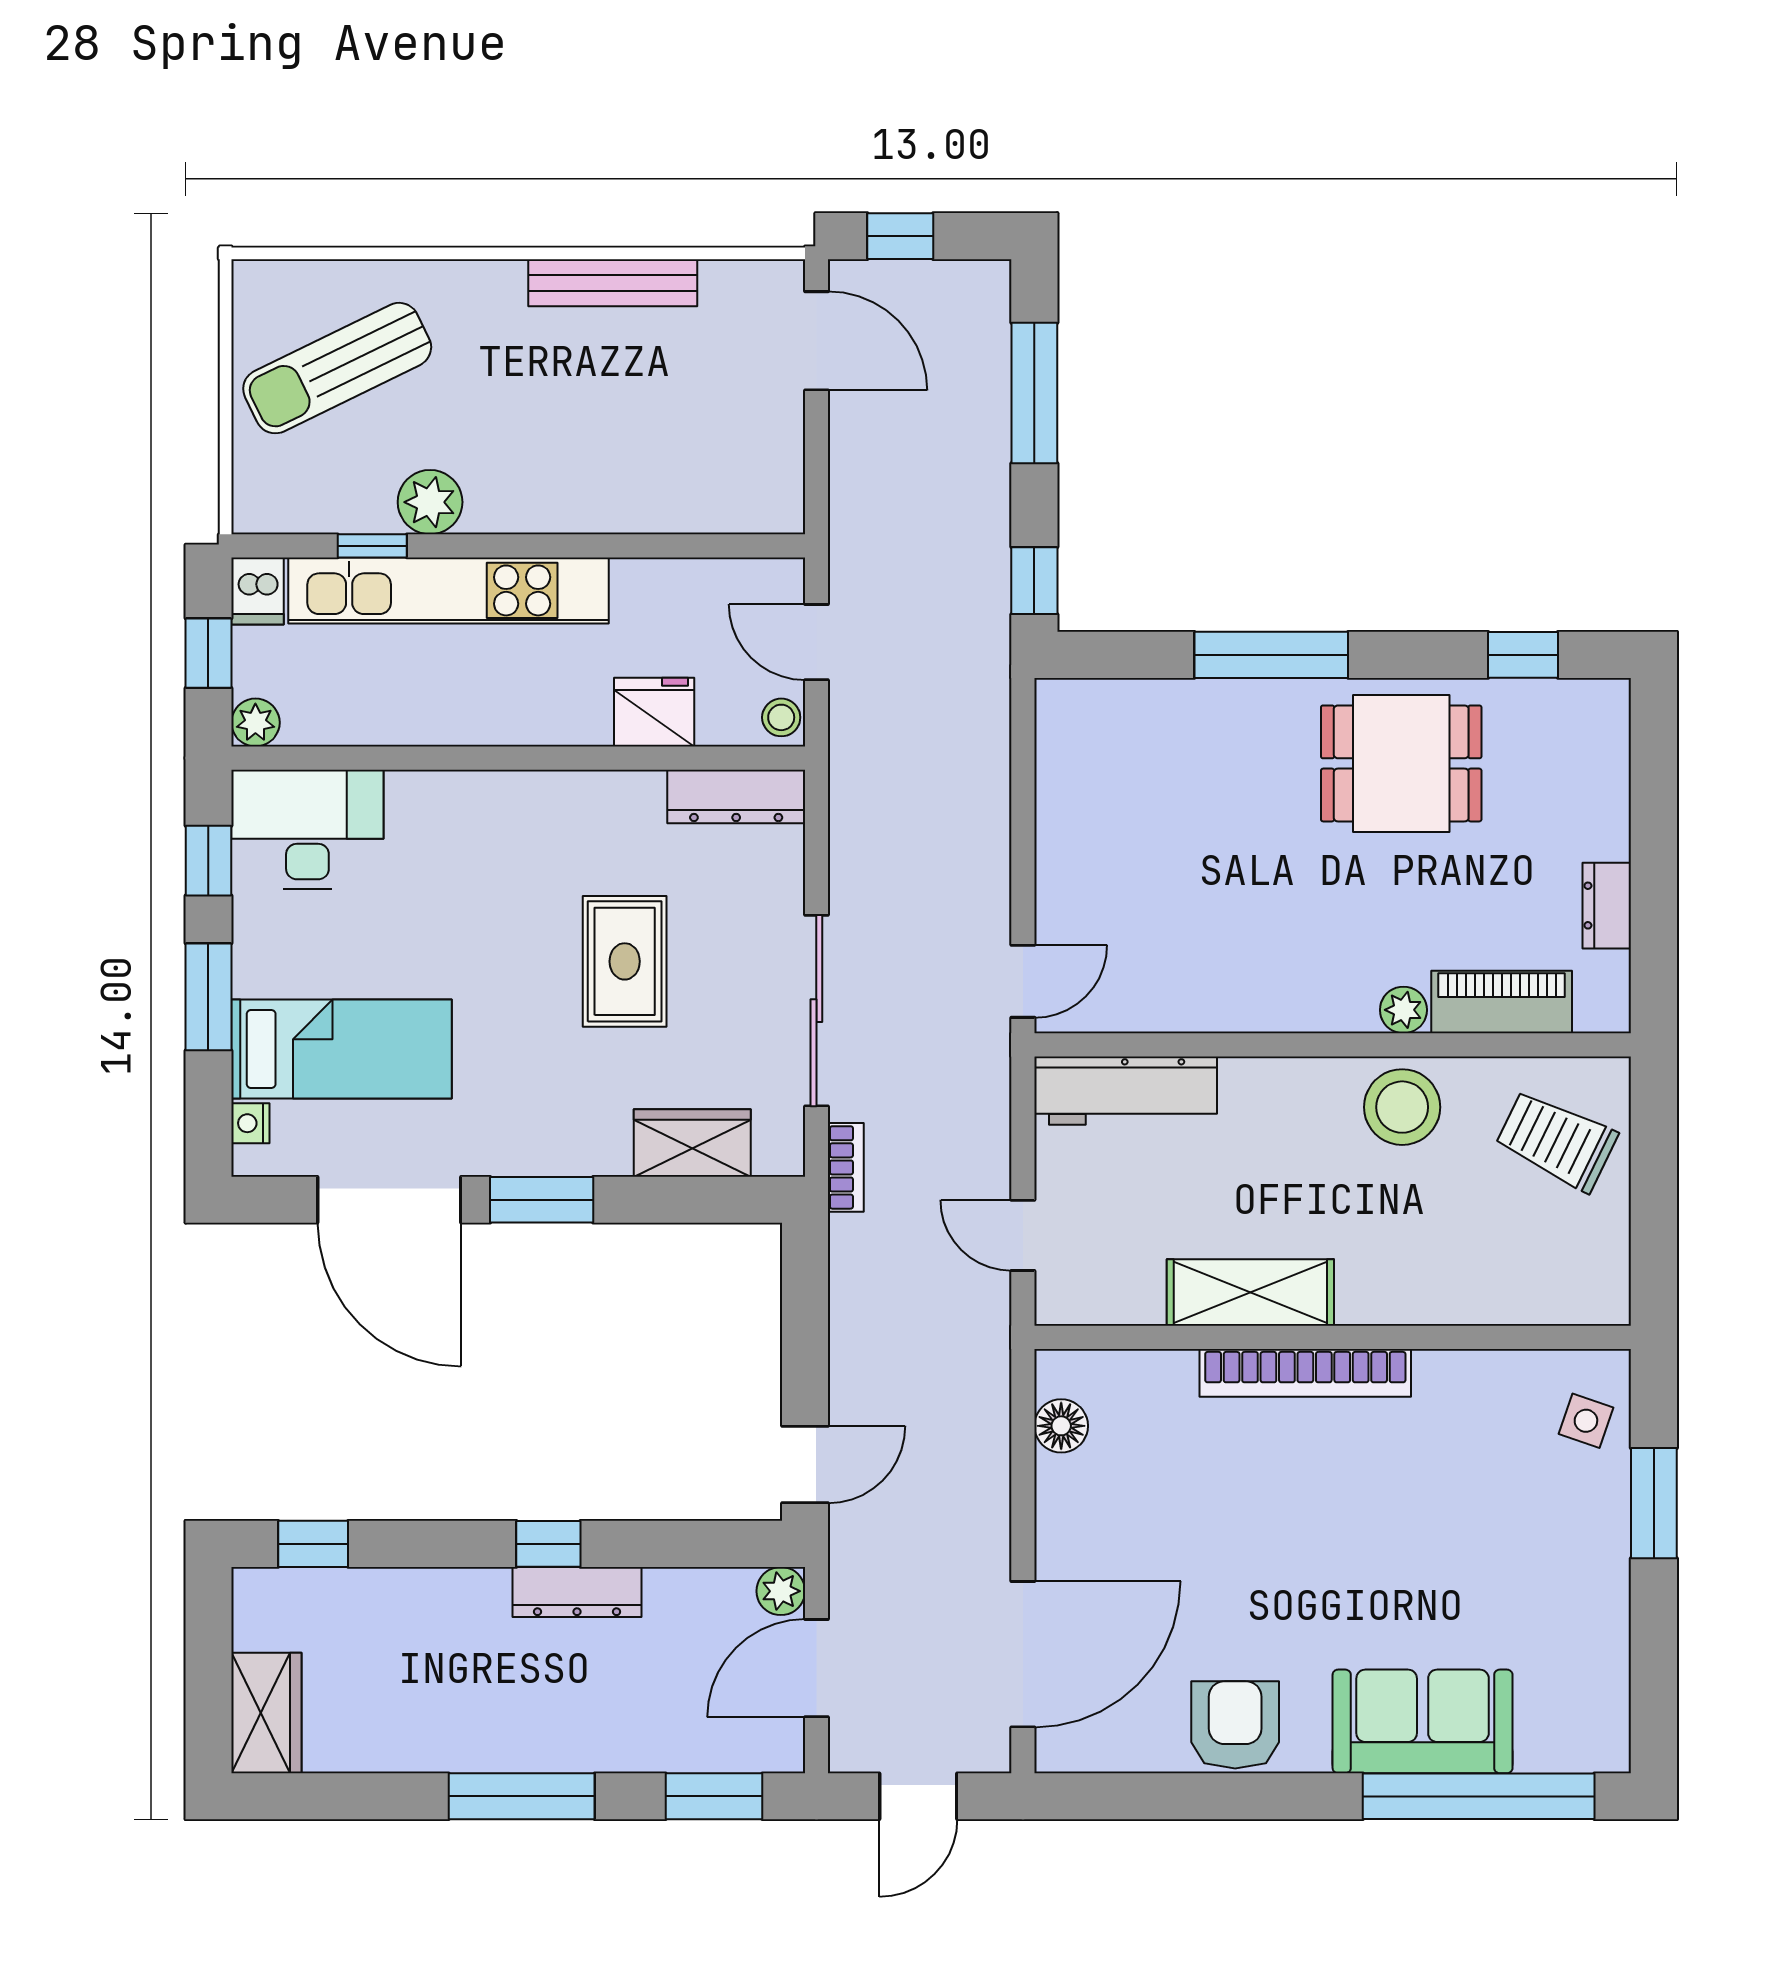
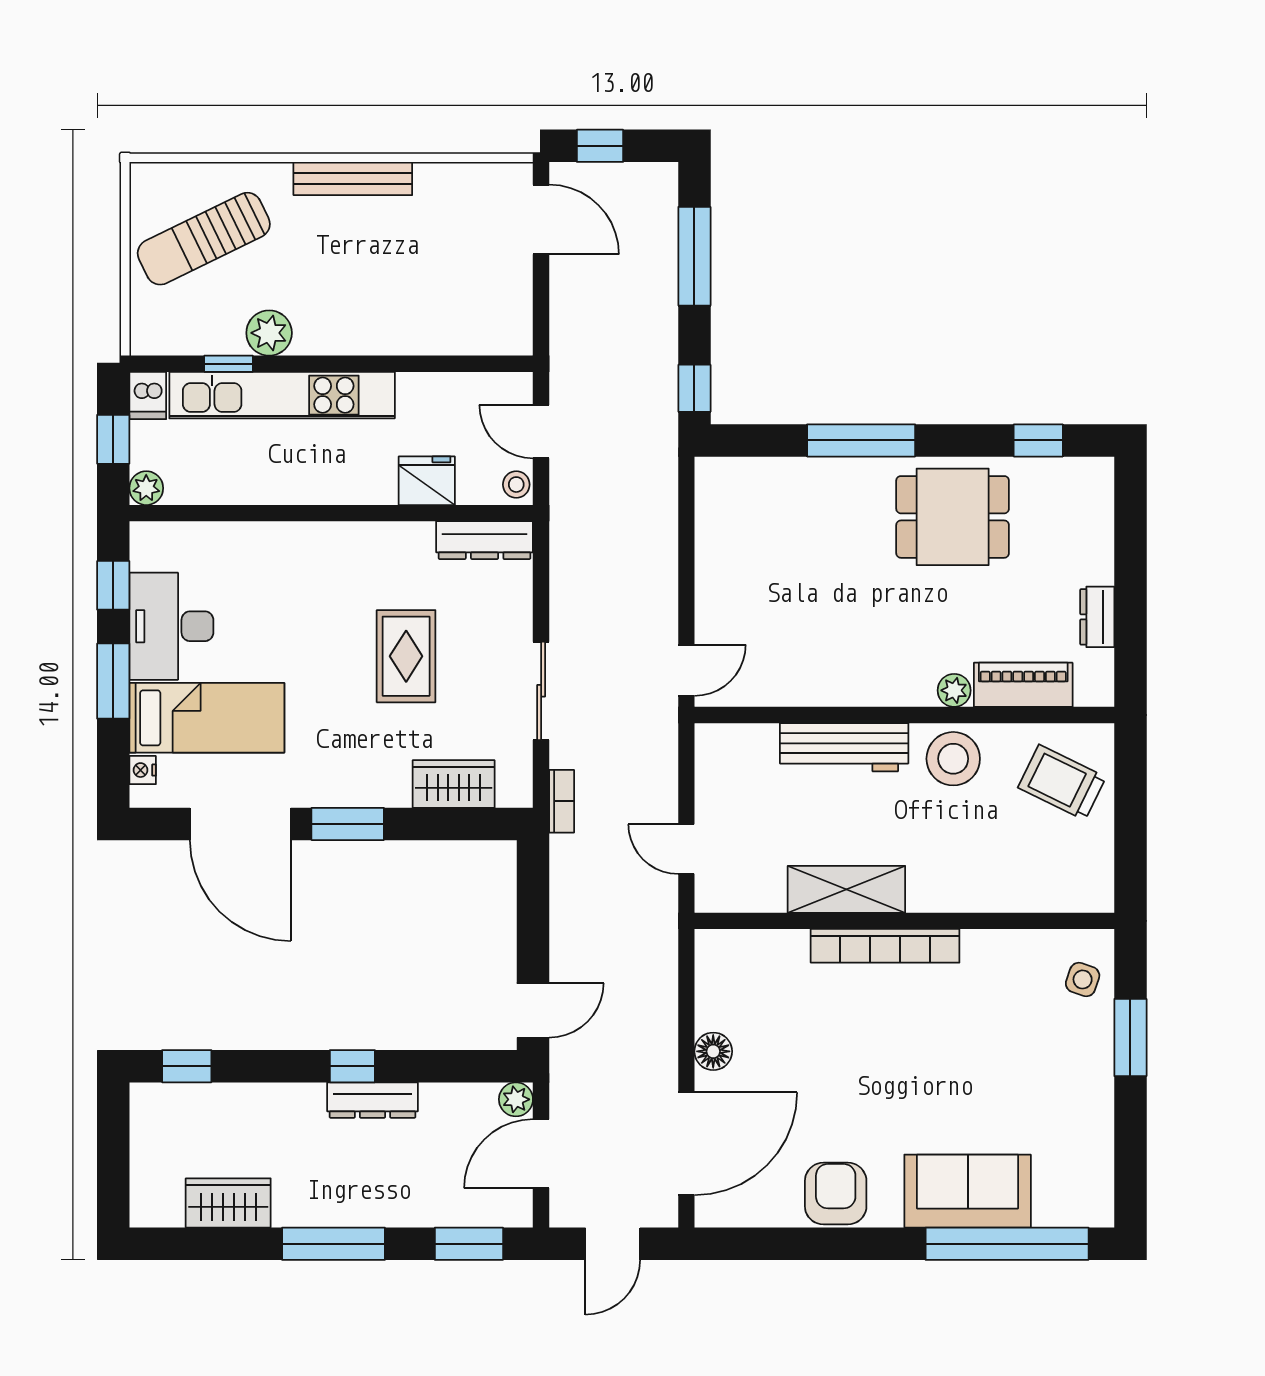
bench: (613, 283) -> (353, 179), moved
desk: (307, 829) -> (171, 626), moved, turned -90
sliding door: (816, 1011) -> (541, 691), width x0.73
workbench: (1126, 1091) -> (844, 747), moved
floor lamp: (1061, 1426) -> (713, 1051), moved
wardrobe: (266, 1713) -> (228, 1203), moved, turned -90

